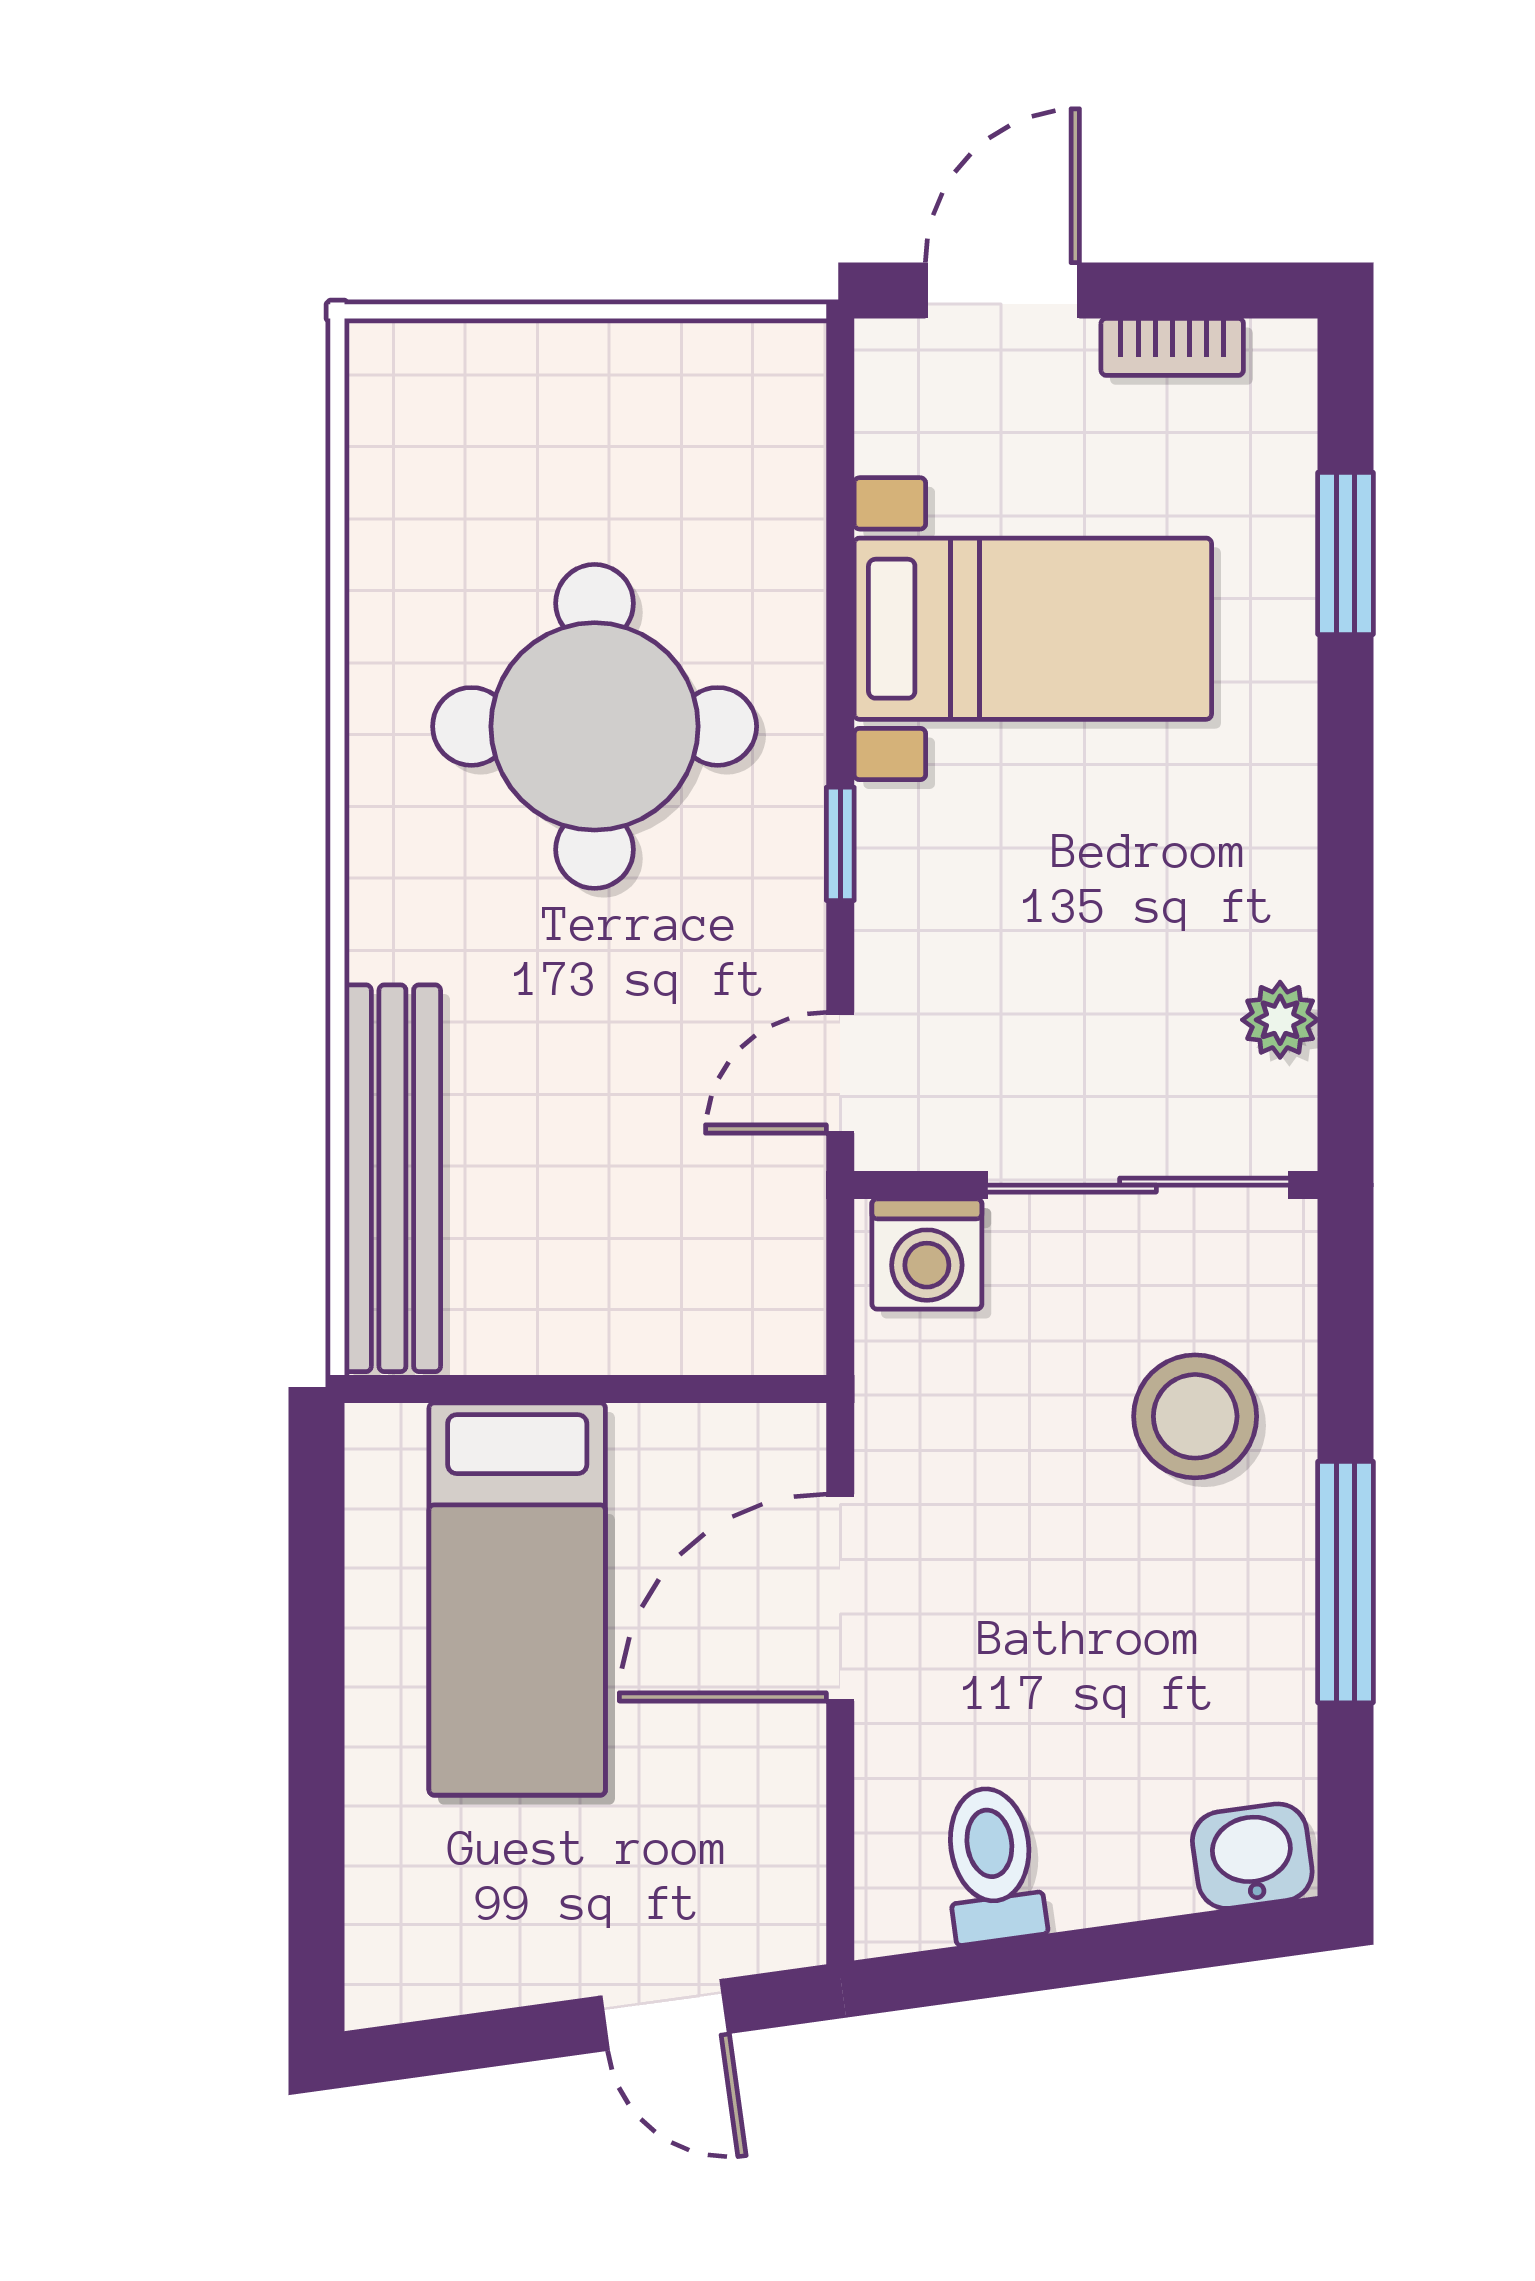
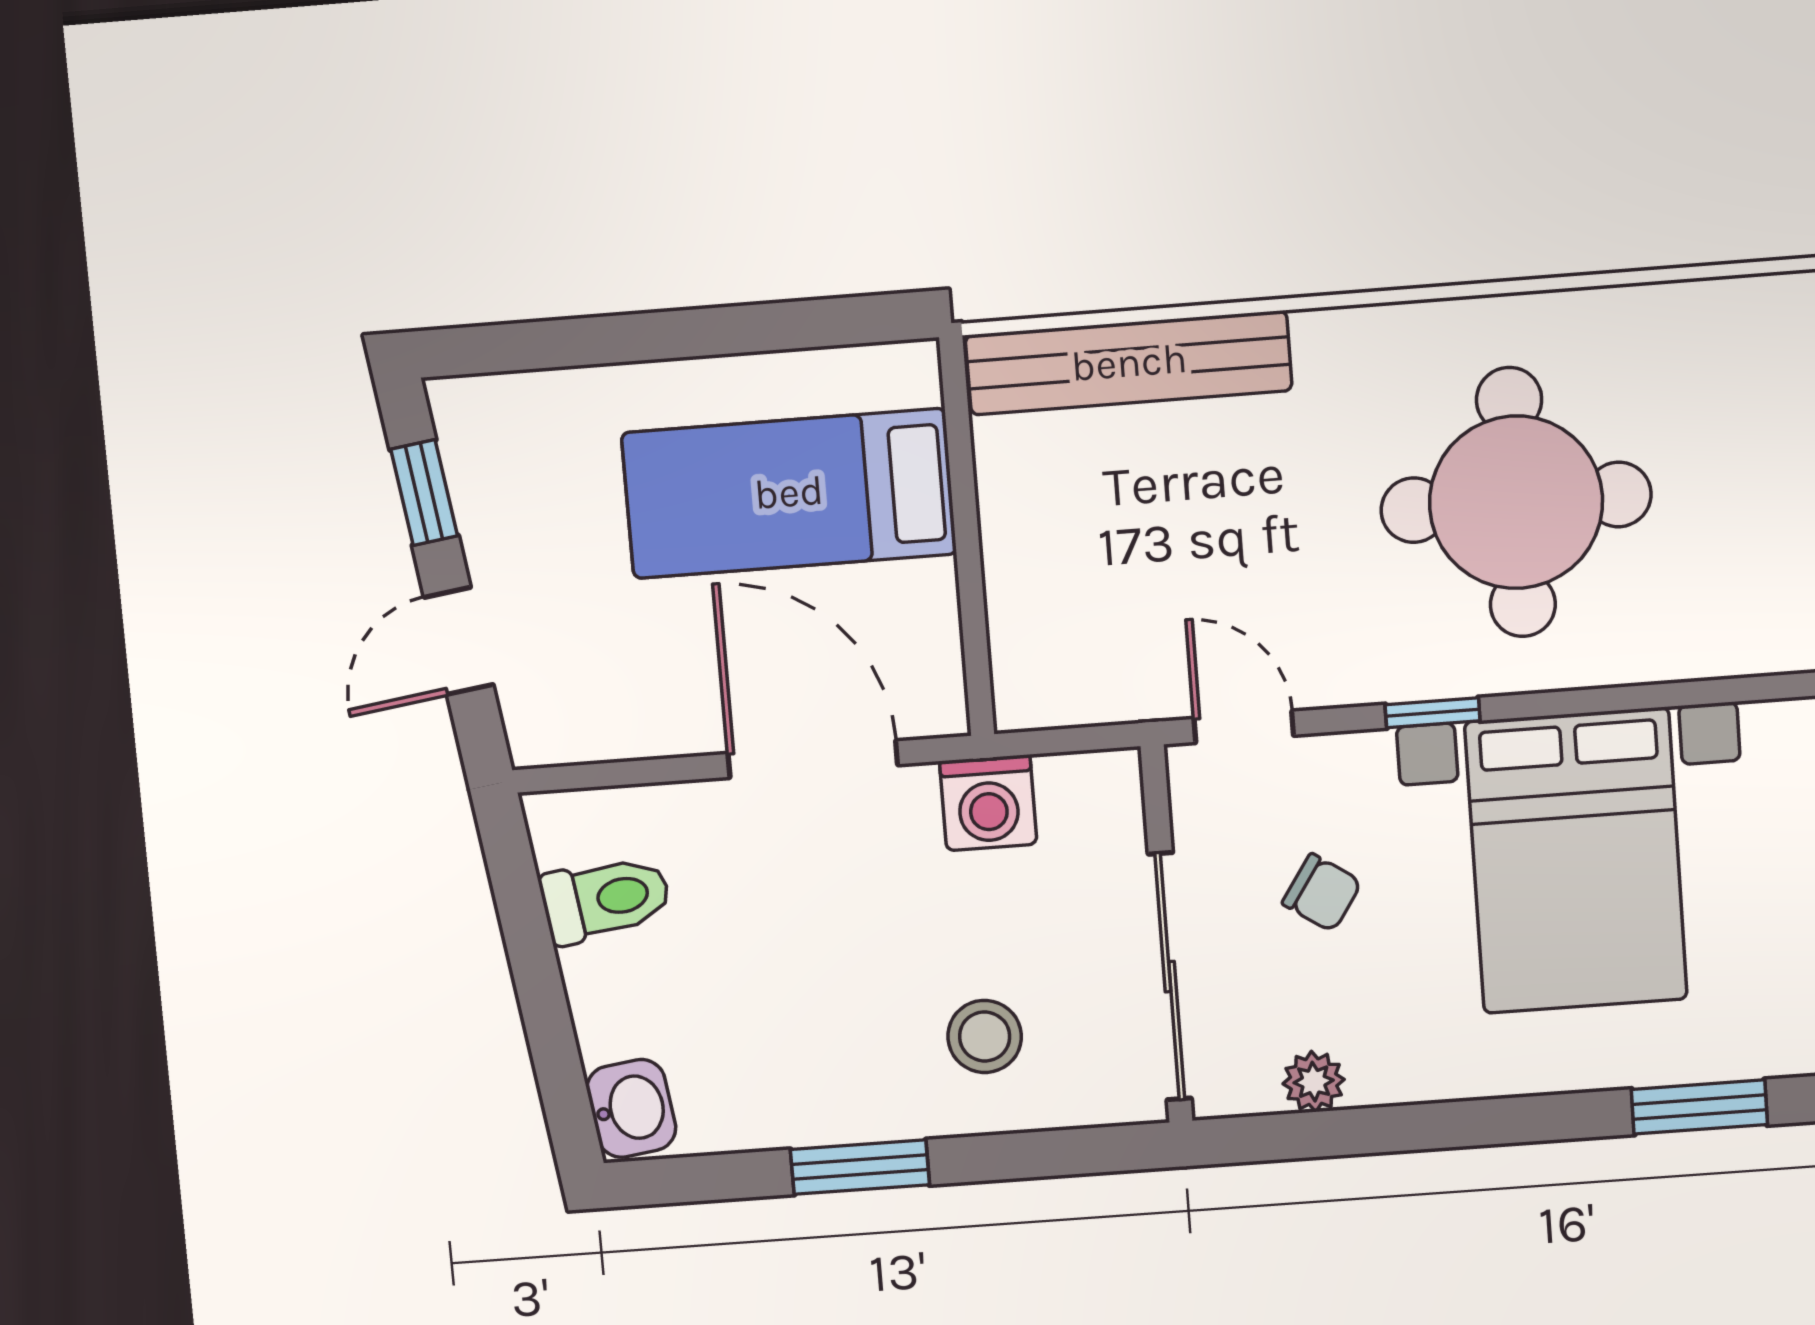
bed with nightstands: (1033, 629) -> (1576, 861), width x1.36
chair: (1049, 993) -> (1322, 893), added
washing machine: (927, 1254) -> (988, 803), moved, turned -90
stool: (1195, 1416) -> (985, 1036), width x0.73, depth x0.73
window: (1345, 1582) -> (860, 1167), width x0.69
window: (482, 2040) -> (424, 493), added

